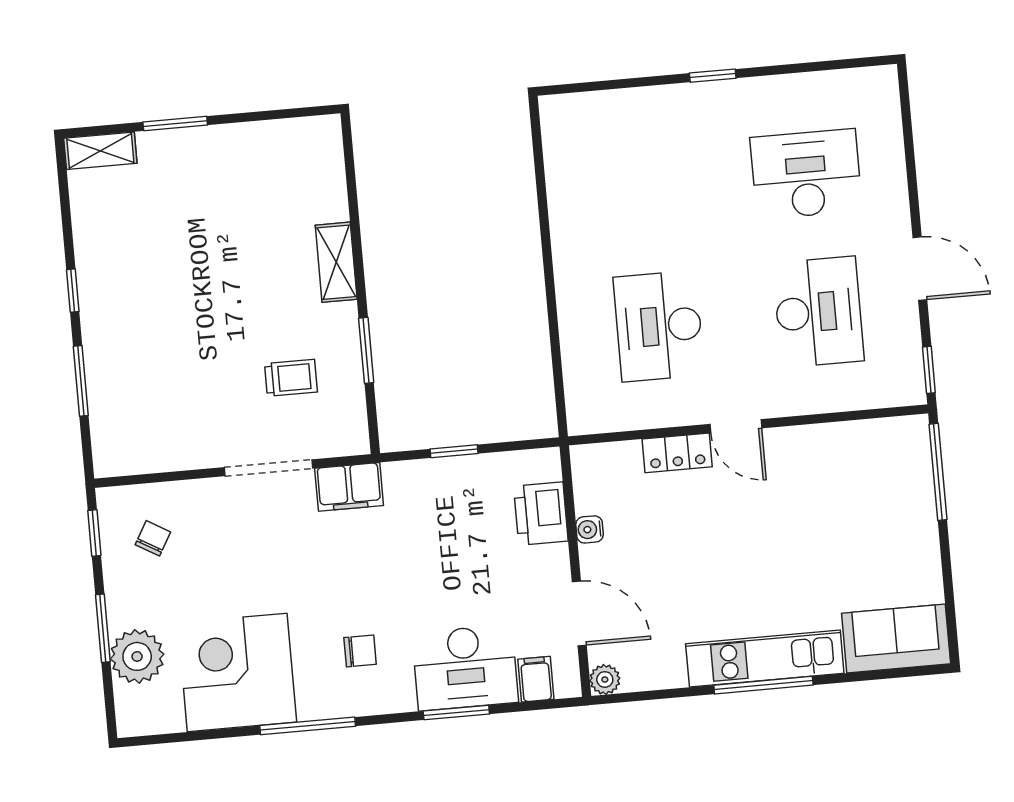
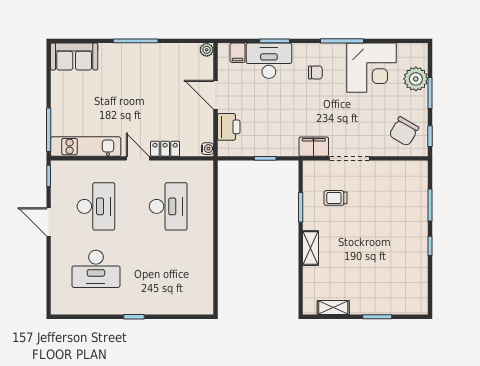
shelving: (100, 151) -> (333, 308), moved
desk: (818, 312) -> (96, 206), turned 180
water cooler: (590, 529) -> (207, 149), moved
chair: (153, 538) -> (404, 131), width x1.87, depth x1.87
door: (579, 613) -> (215, 95), moved
chair: (360, 651) -> (315, 72), turned 180
kitchen unit: (765, 659) -> (86, 147), moved, turned 180

